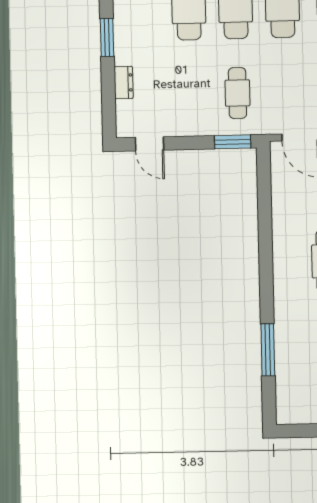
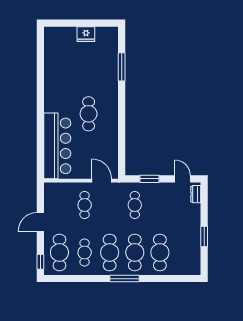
dresser: (124, 83) -> (196, 194), moved
window: (233, 142) -> (149, 179), moved

